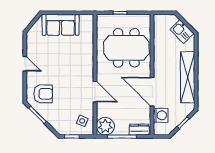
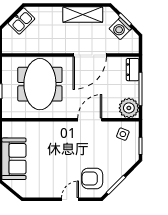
door: (25, 64) -> (70, 199), moved
shelving: (188, 77) -> (83, 15), width x0.68
armchair: (43, 94) -> (92, 178), turned -90
washing machine: (161, 115) -> (120, 29), moved, turned -135

